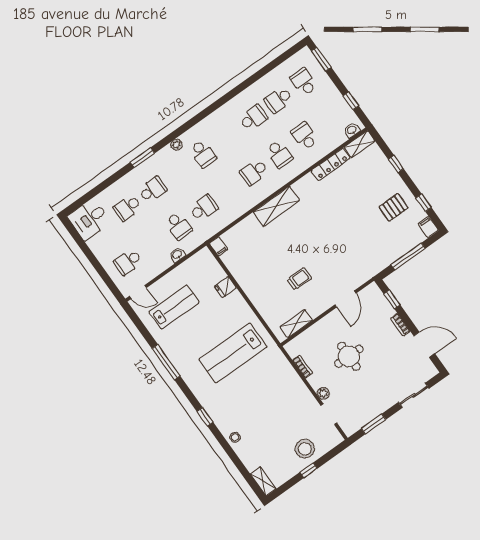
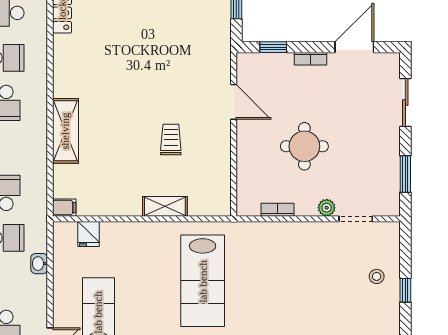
shelving: (276, 206) -> (65, 131), moved
fridge: (225, 287) -> (89, 234), moved
shelving: (296, 324) -> (165, 206), moved, turned 90
stool: (305, 449) -> (377, 276), width x0.53, depth x0.53

